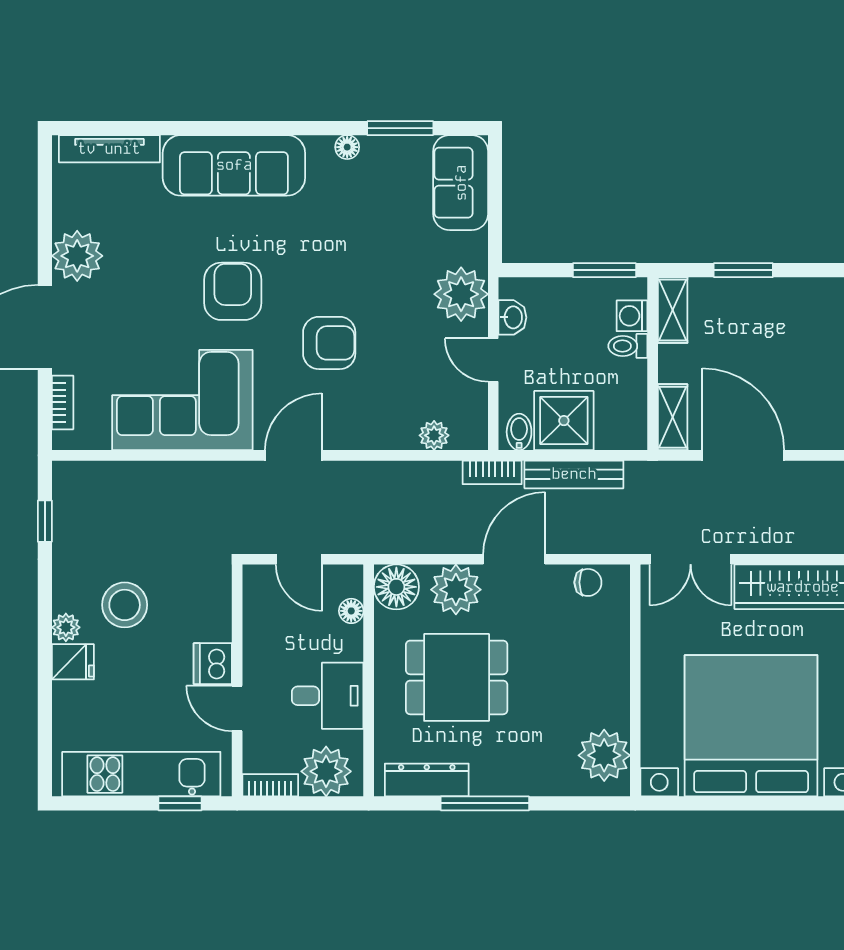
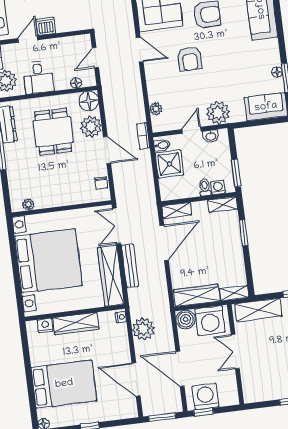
floor lamp: (347, 147) -> (277, 72), moved
bench: (574, 474) -> (130, 266), moved
plant: (604, 755) -> (28, 205), width x0.53, depth x0.53

